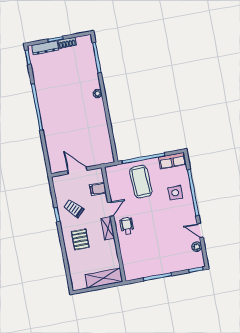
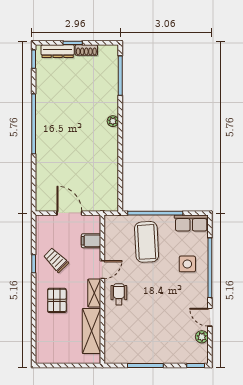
shelving: (104, 278) -> (91, 331), moved, turned 90

